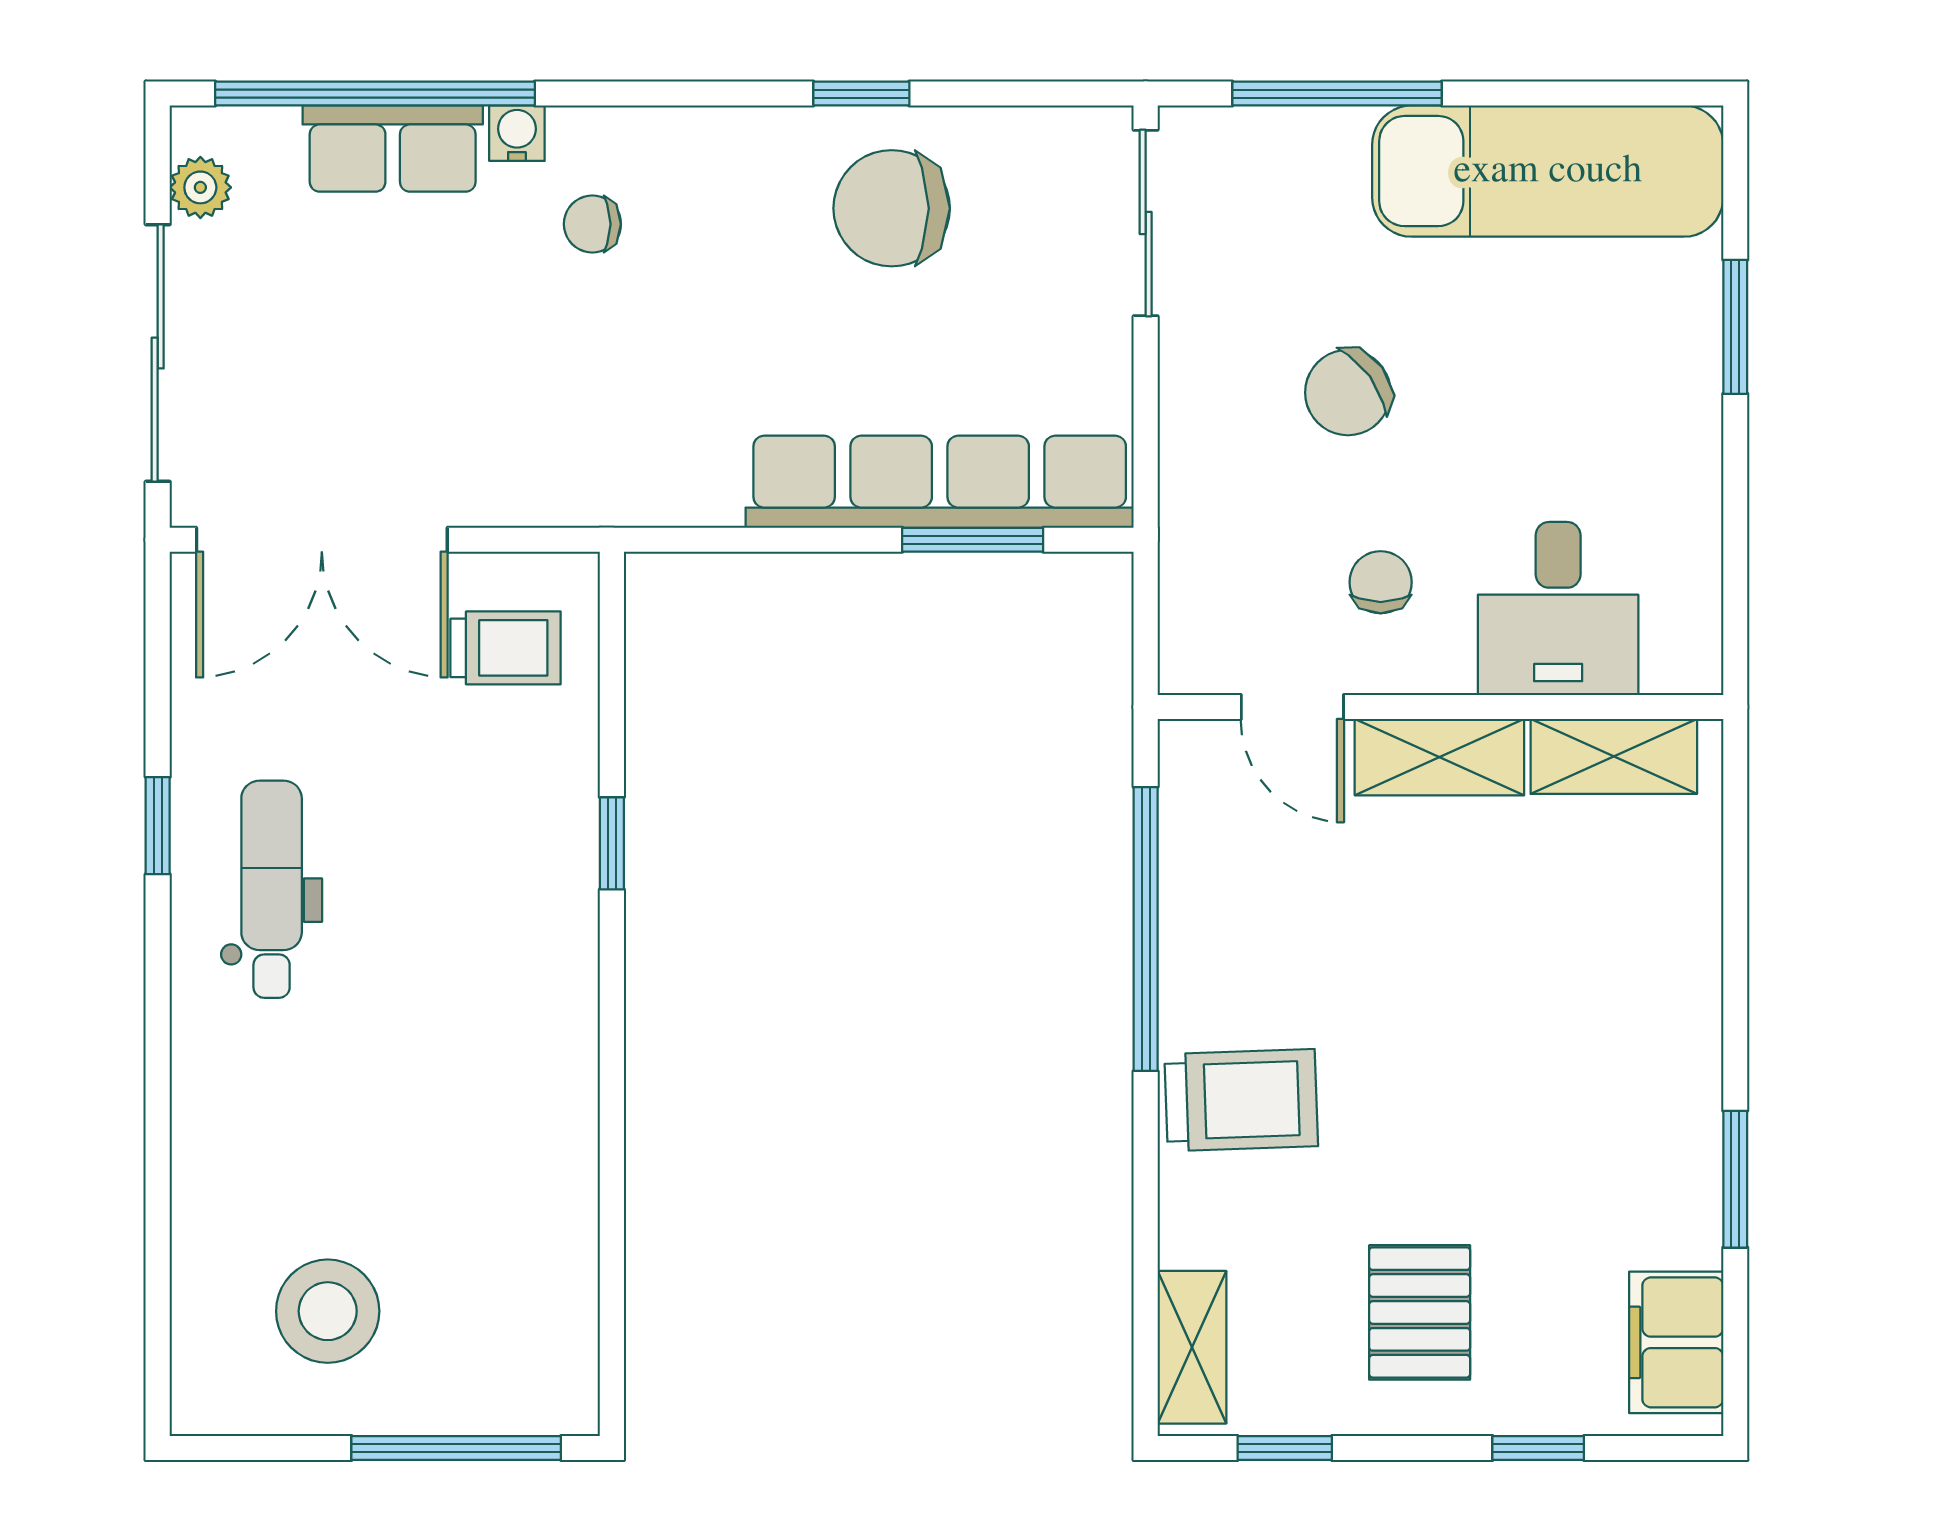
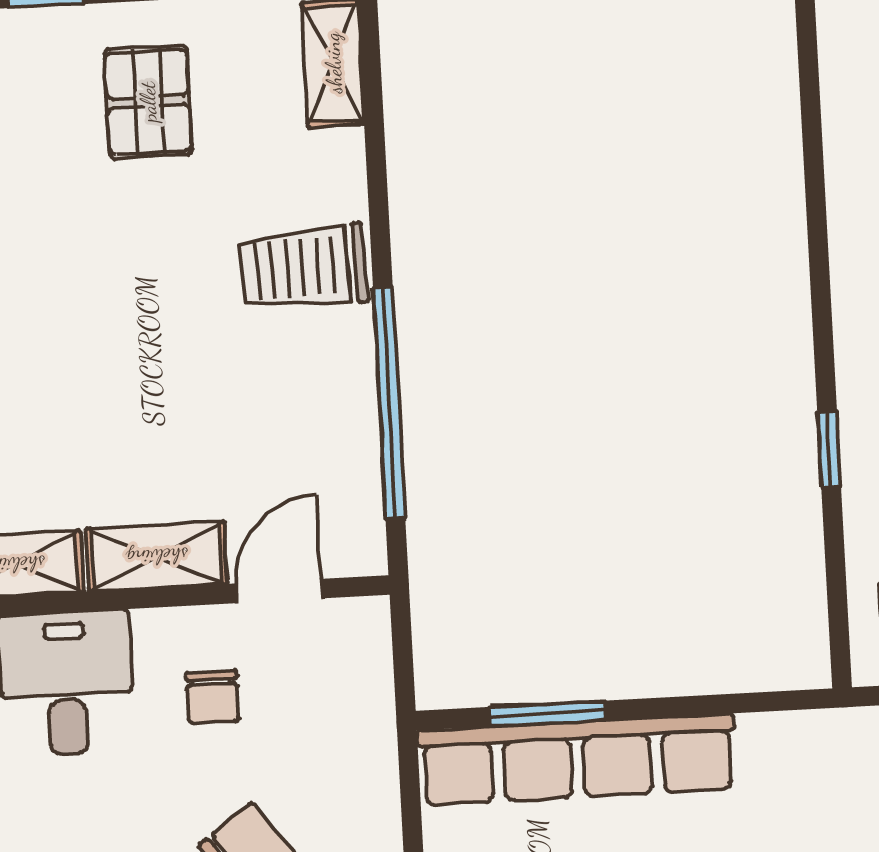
door: (1292, 707) -> (279, 591), hinge flipped

